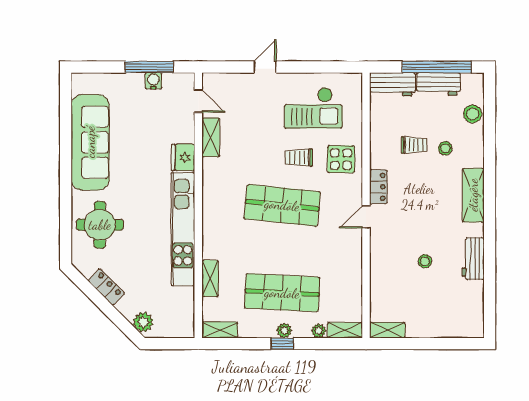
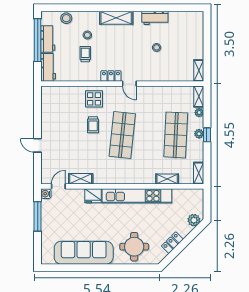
water cooler: (153, 81) -> (46, 194), moved
checkout: (313, 108) -> (63, 116), removed

